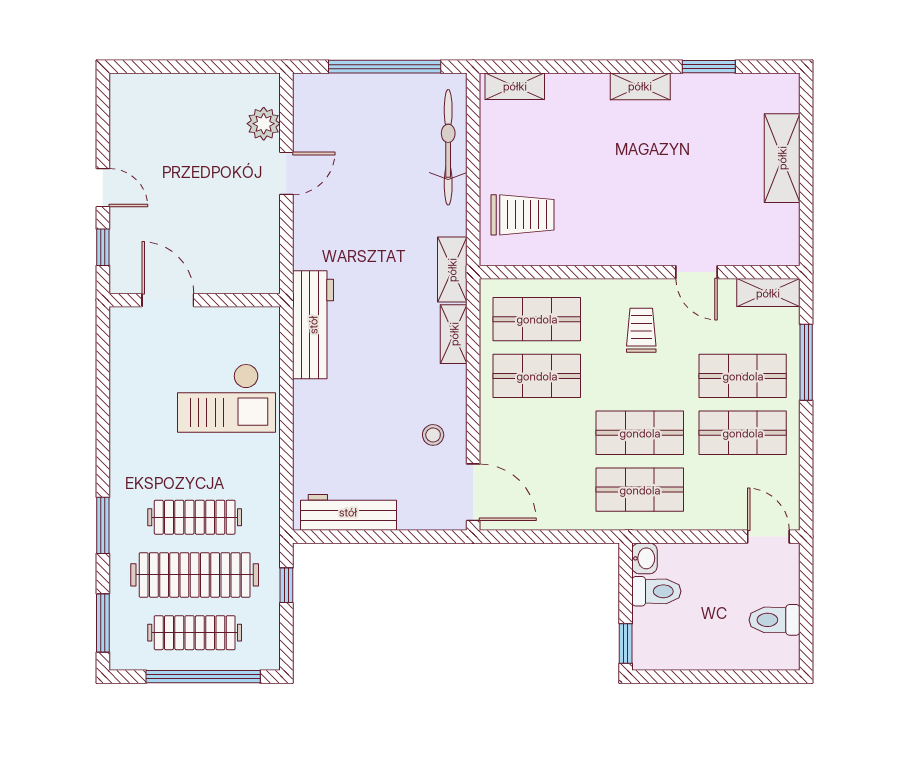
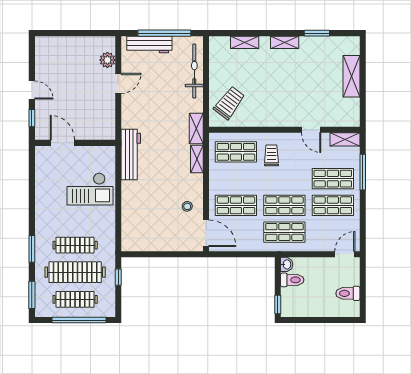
shelving: (515, 86) -> (245, 42), moved
trolley: (522, 215) -> (229, 103), turned -53
trolley: (641, 330) -> (271, 155), moved
shop shelf: (537, 376) -> (236, 205), moved
workbench: (348, 512) -> (149, 45), moved, turned 180
door: (768, 537) -> (345, 254), hinge flipped

